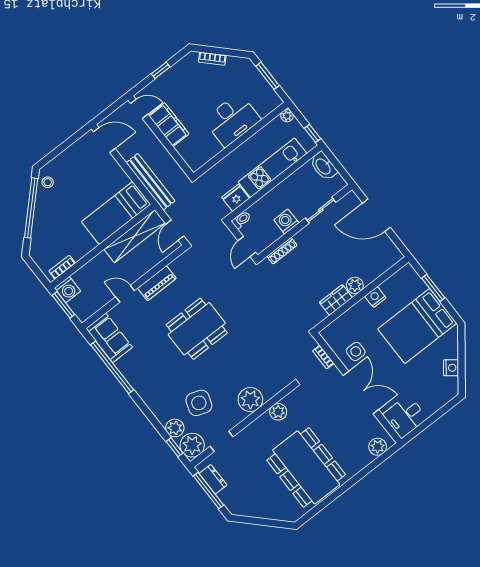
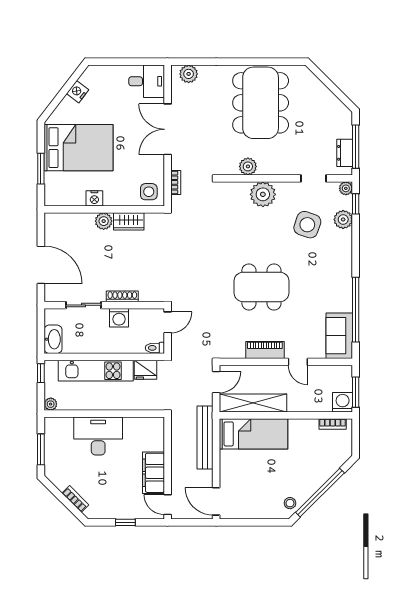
shoe rack: (282, 251) -> (122, 296), moved
side table: (356, 351) -> (149, 192), moved
plant: (192, 445) -> (346, 188), width x0.53, depth x0.53

